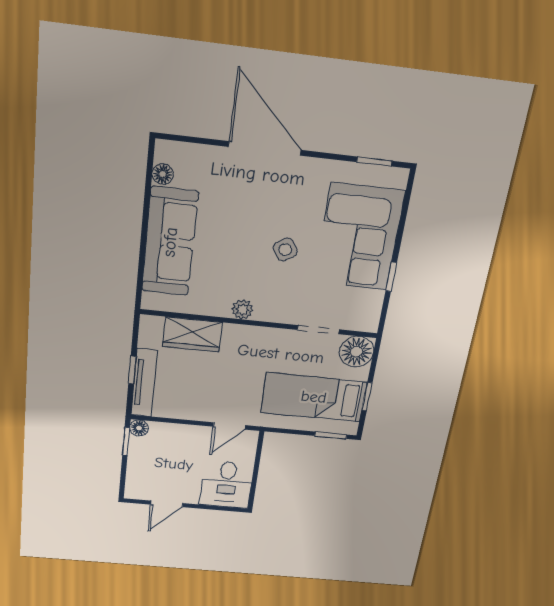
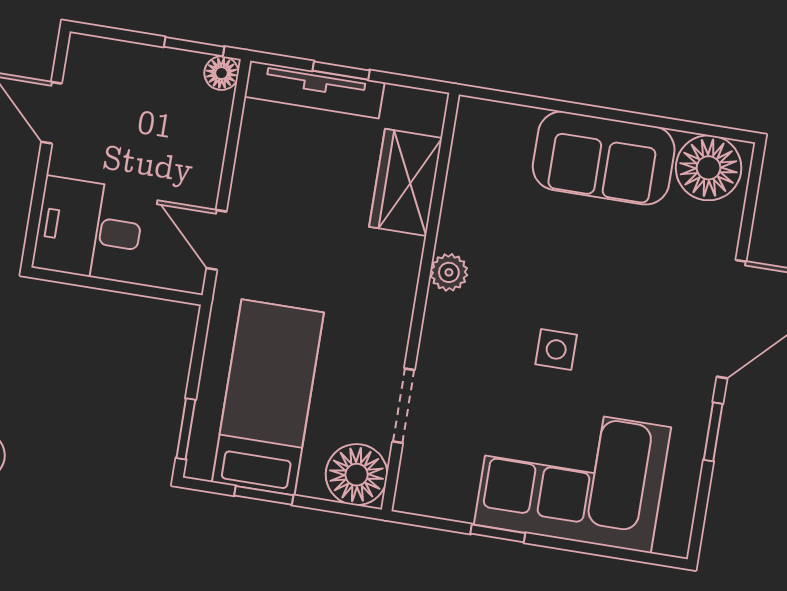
window: (374, 161) -> (713, 432), moved
floor lamp: (163, 174) -> (709, 168), width x1.89, depth x1.89
sofa: (170, 242) -> (604, 158), width x0.73
side table: (285, 250) -> (556, 349), turned 33

